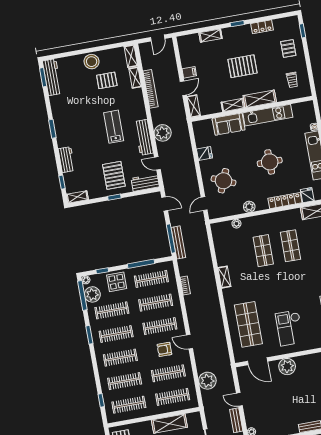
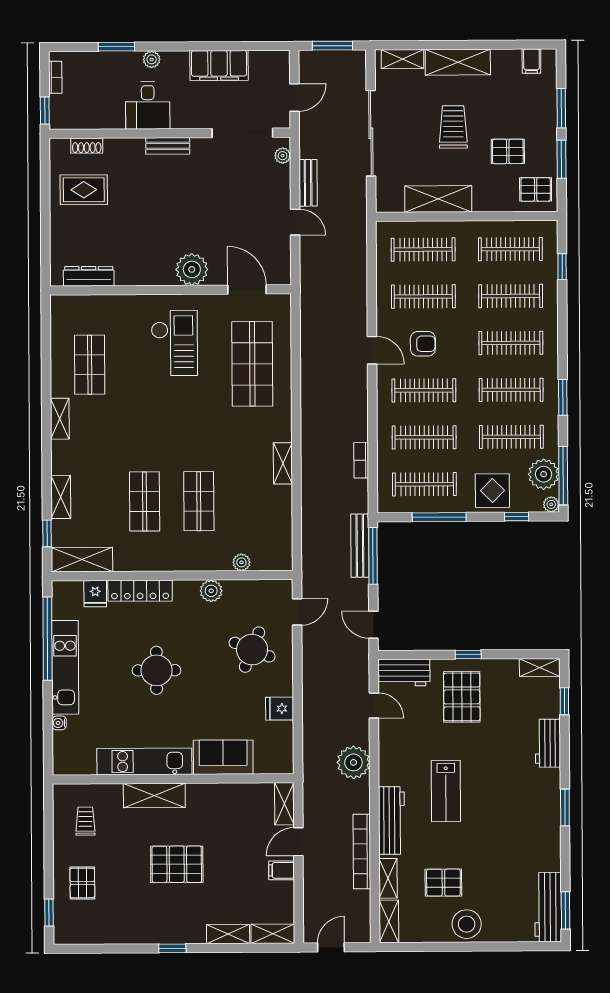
locker: (262, 27) -> (126, 934), removed
shelving: (233, 105) -> (273, 934), moved
workbench: (144, 137) -> (391, 820), moved
plant: (207, 381) -> (350, 269), removed

